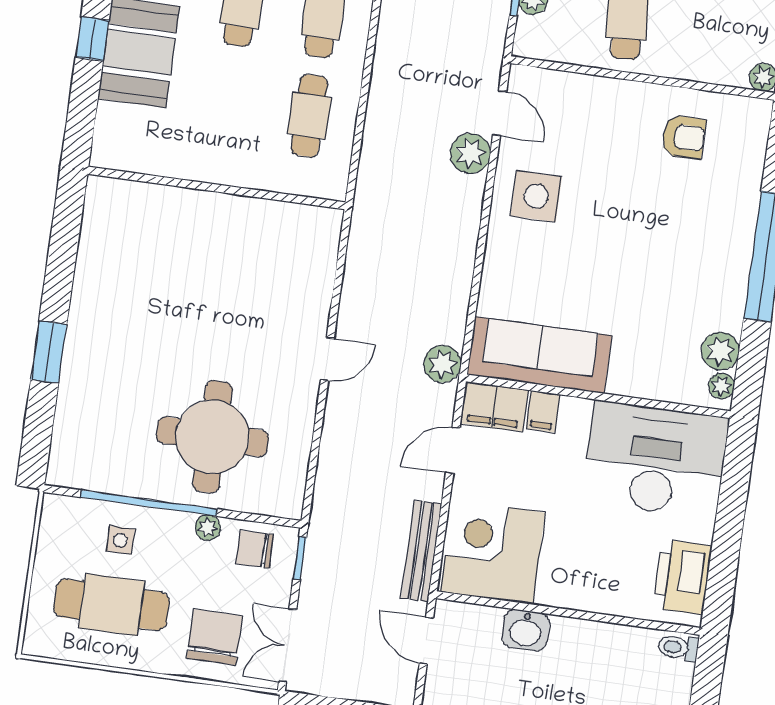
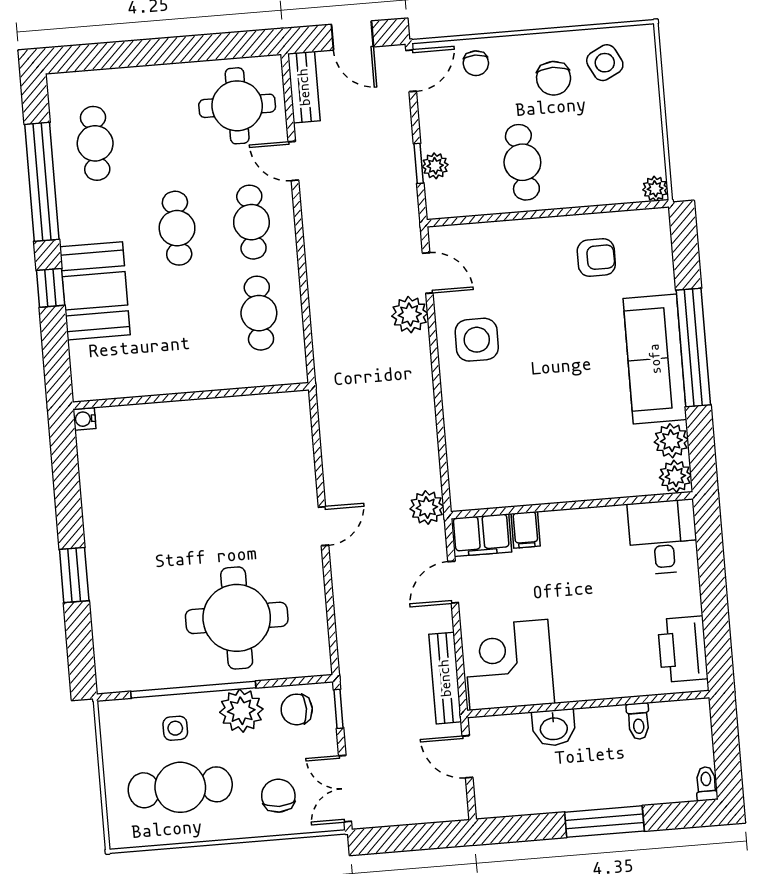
water cooler: (97, 187) -> (85, 419), added
sofa: (539, 355) -> (655, 359), moved, turned -90
plant: (721, 386) -> (675, 476), width x1.38, depth x1.38
desk: (655, 459) -> (663, 537), width x0.53, depth x0.77
plant: (208, 528) -> (241, 711), width x1.88, depth x1.88
chair: (215, 637) -> (278, 796), width x0.73, depth x0.73
toilet: (678, 648) -> (638, 721), moved, turned -90

